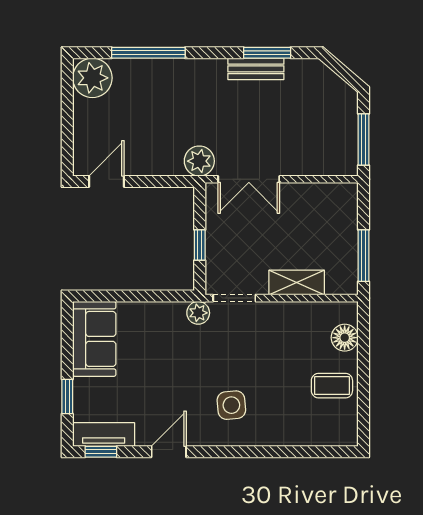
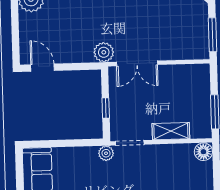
door: (107, 181) -> (42, 68), hinge flipped
floor lamp: (345, 338) -> (203, 152), moved

